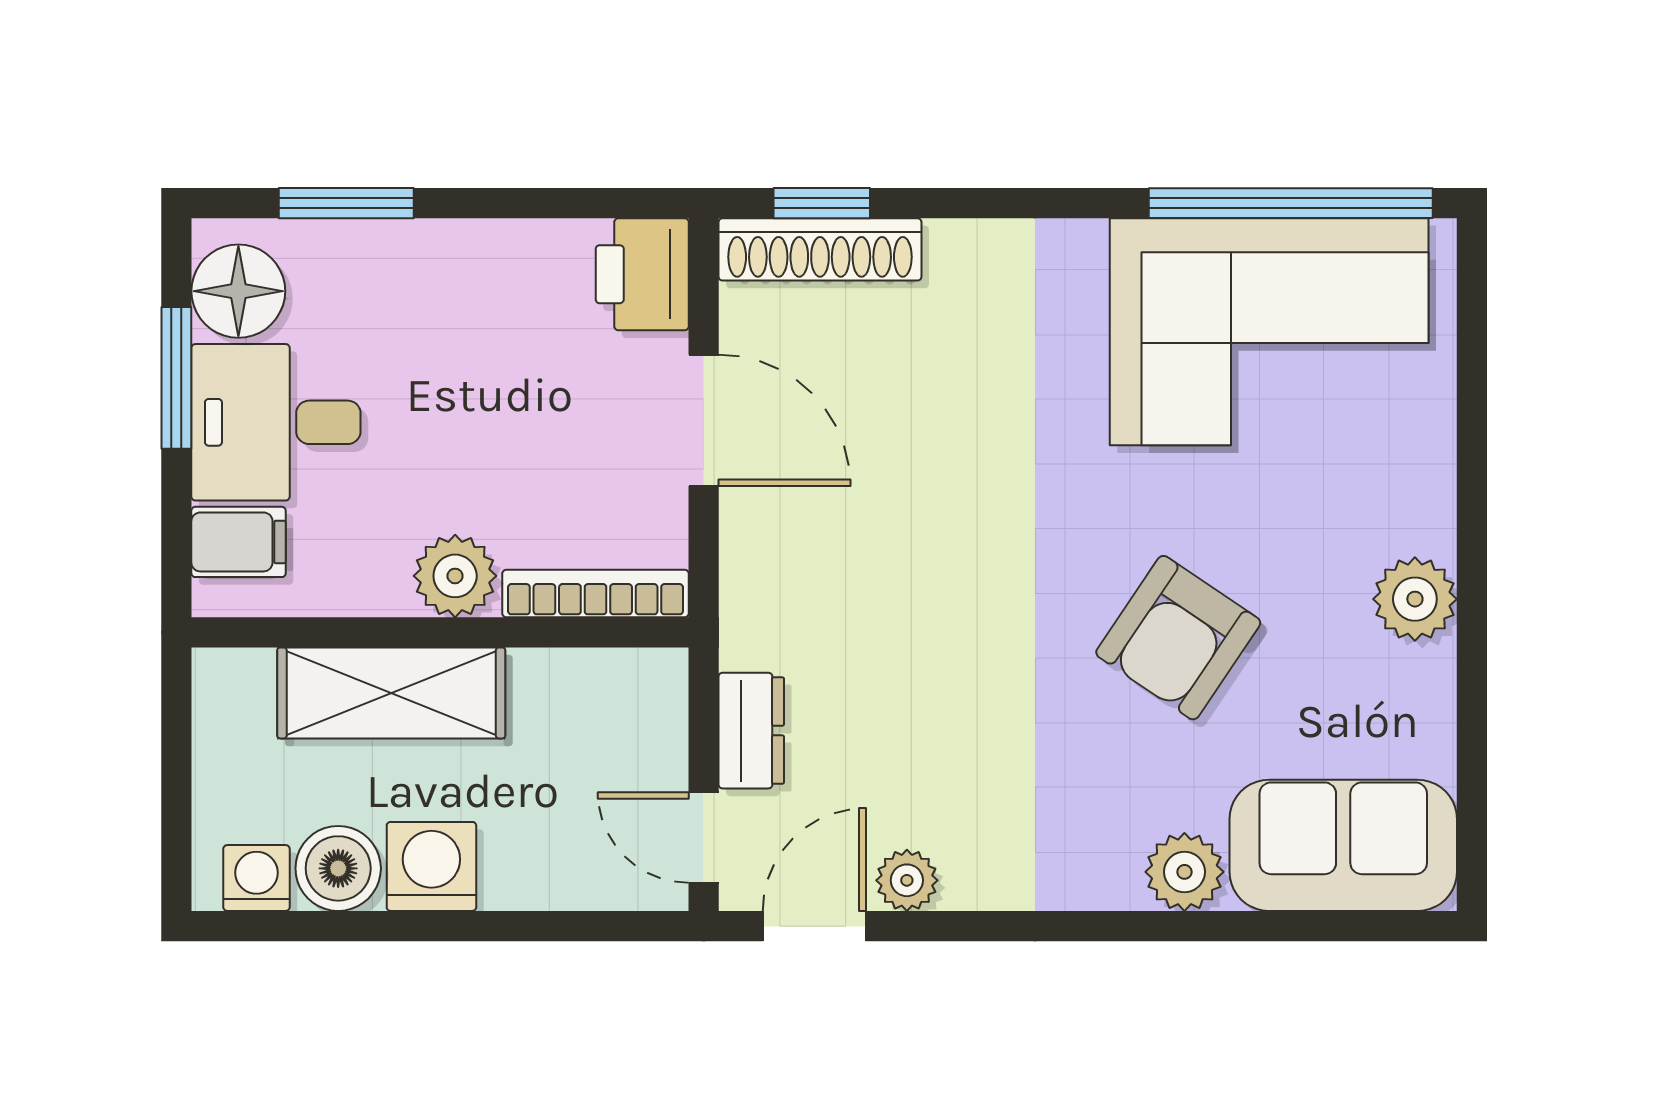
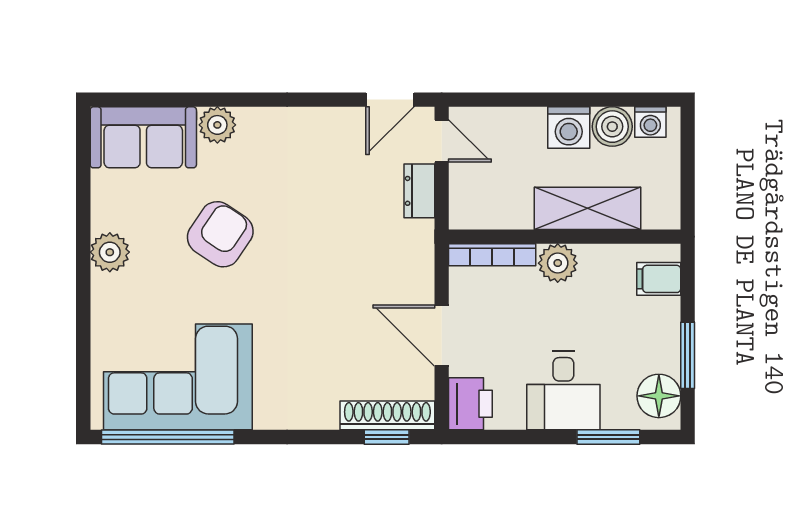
desk: (276, 422) -> (563, 391), moved, turned 90
plant: (907, 880) -> (347, 121), removed

